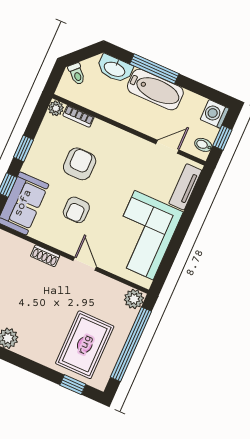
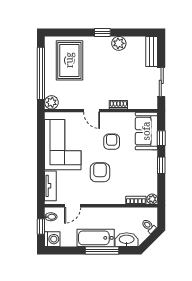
armchair: (80, 164) -> (100, 172), moved, turned 180
window: (73, 385) -> (102, 32), moved

